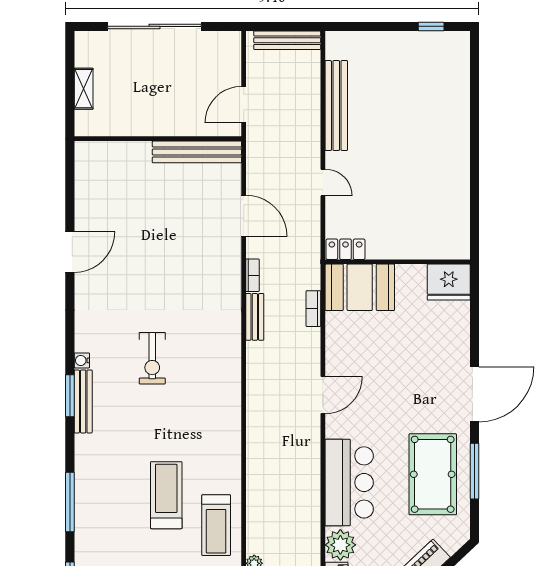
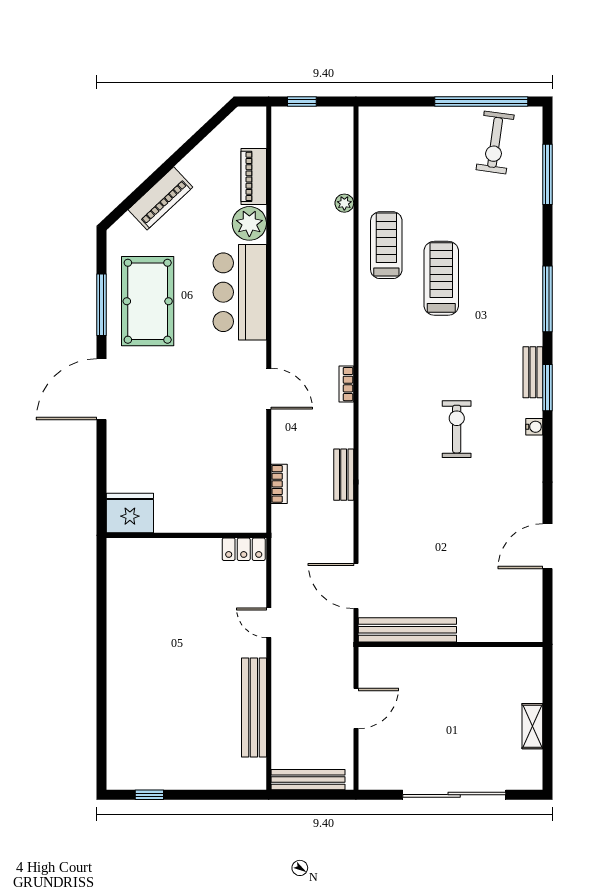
wall: (158, 139) -> (450, 644), moved
bench: (197, 152) -> (407, 630), moved
bookcase: (252, 275) -> (346, 384), moved
booth: (360, 287) -> (228, 507), removed
door: (323, 395) -> (269, 389), swing flipped
bench: (83, 401) -> (533, 372), width x0.73
treadmill: (166, 495) -> (441, 278), turned 180
window: (70, 502) -> (547, 299), moved

